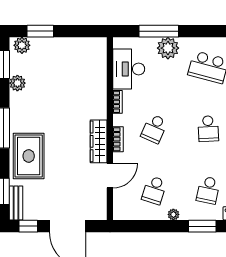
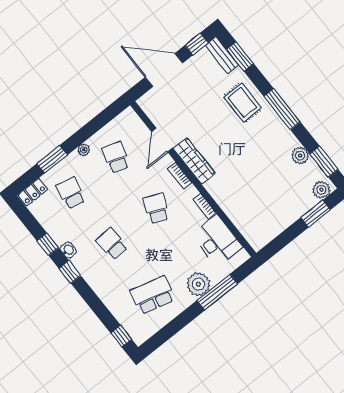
rug: (29, 156) -> (243, 102), width x0.73, depth x0.70

